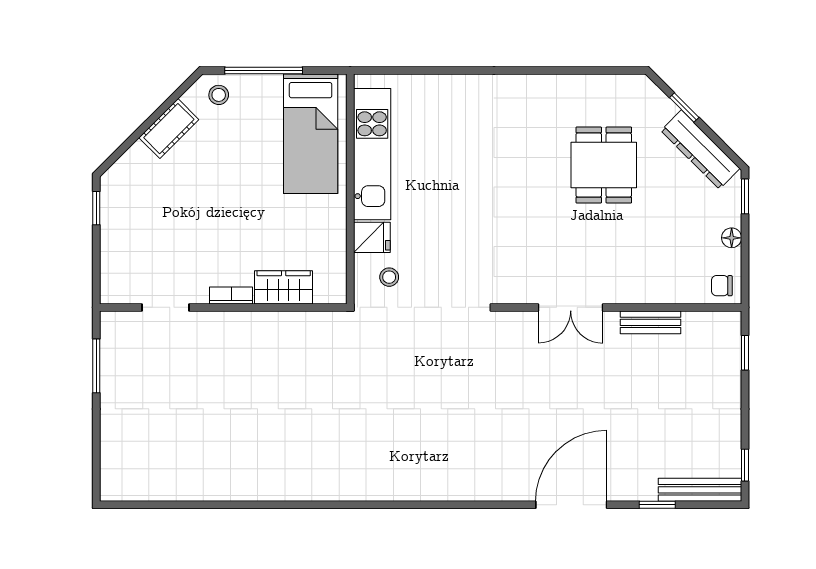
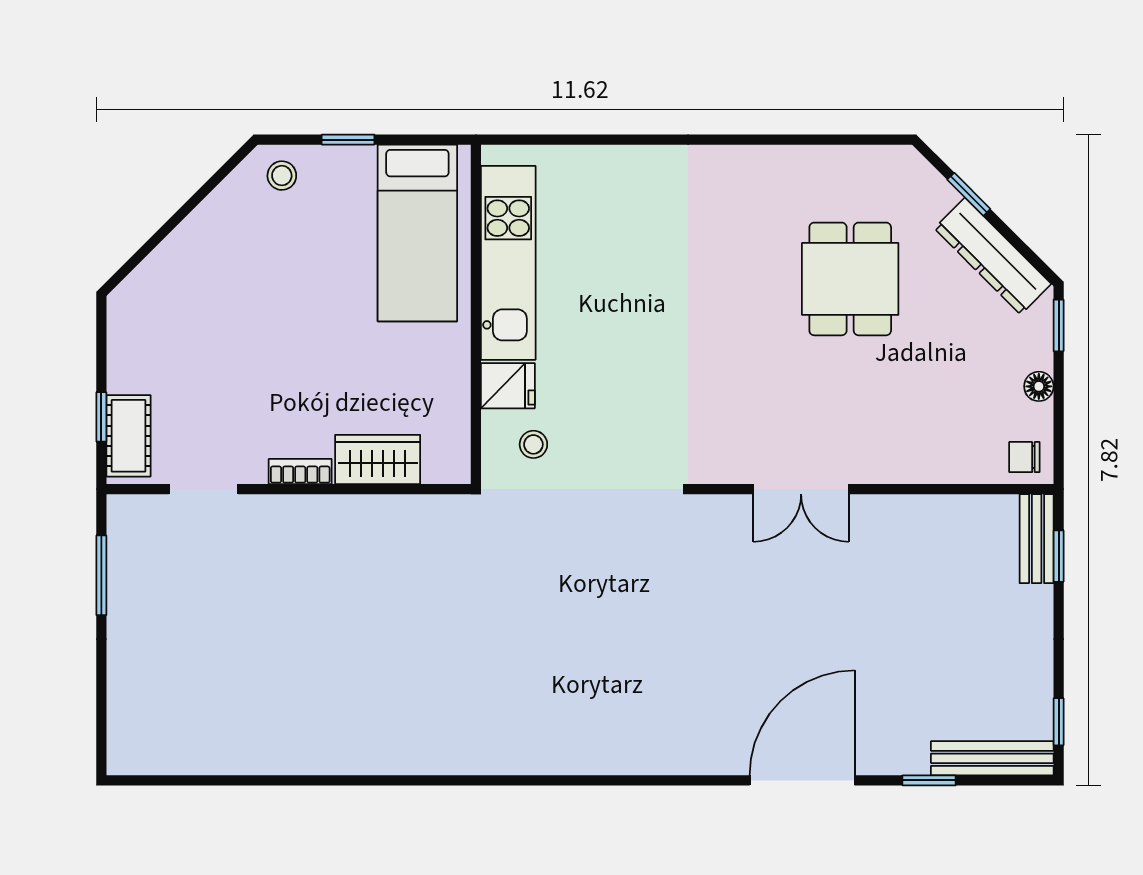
window: (264, 71) -> (348, 140), width x0.46
cot: (169, 129) -> (128, 436), moved, turned -45
window: (96, 208) -> (101, 417), moved
bench: (650, 322) -> (1037, 539), moved, turned 90

